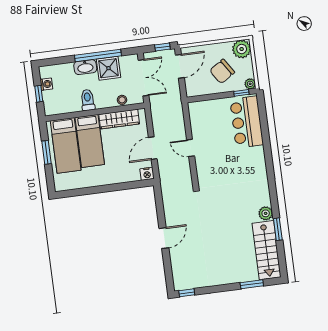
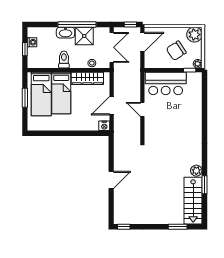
bar counter: (247, 122) -> (166, 84), moved, turned -90

